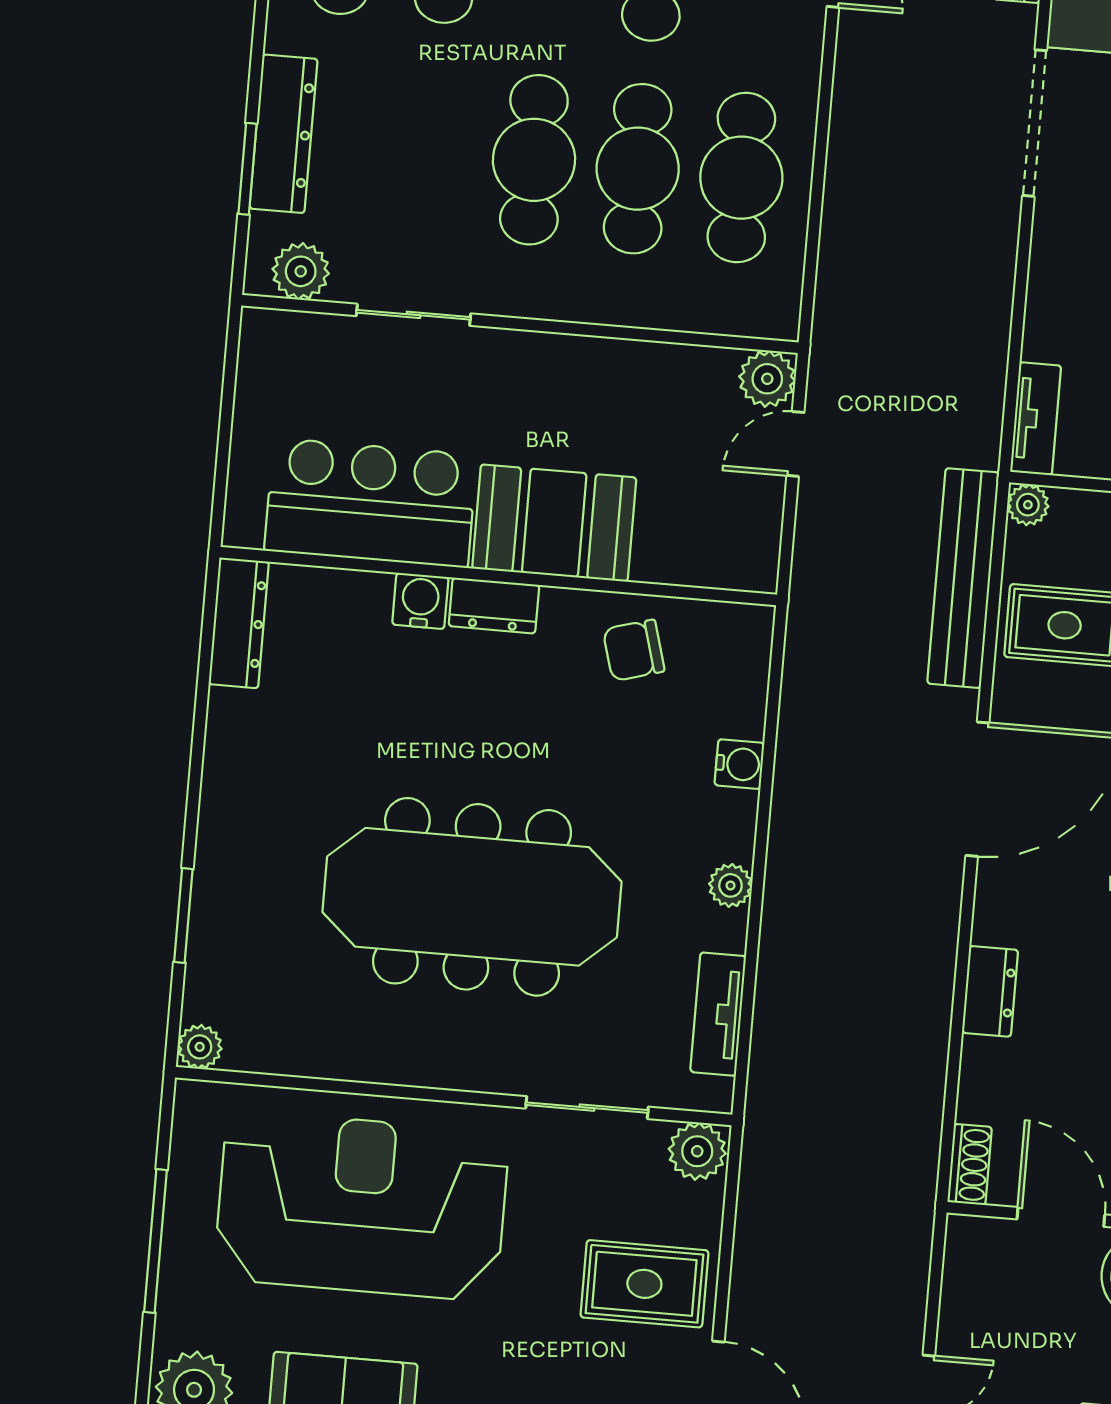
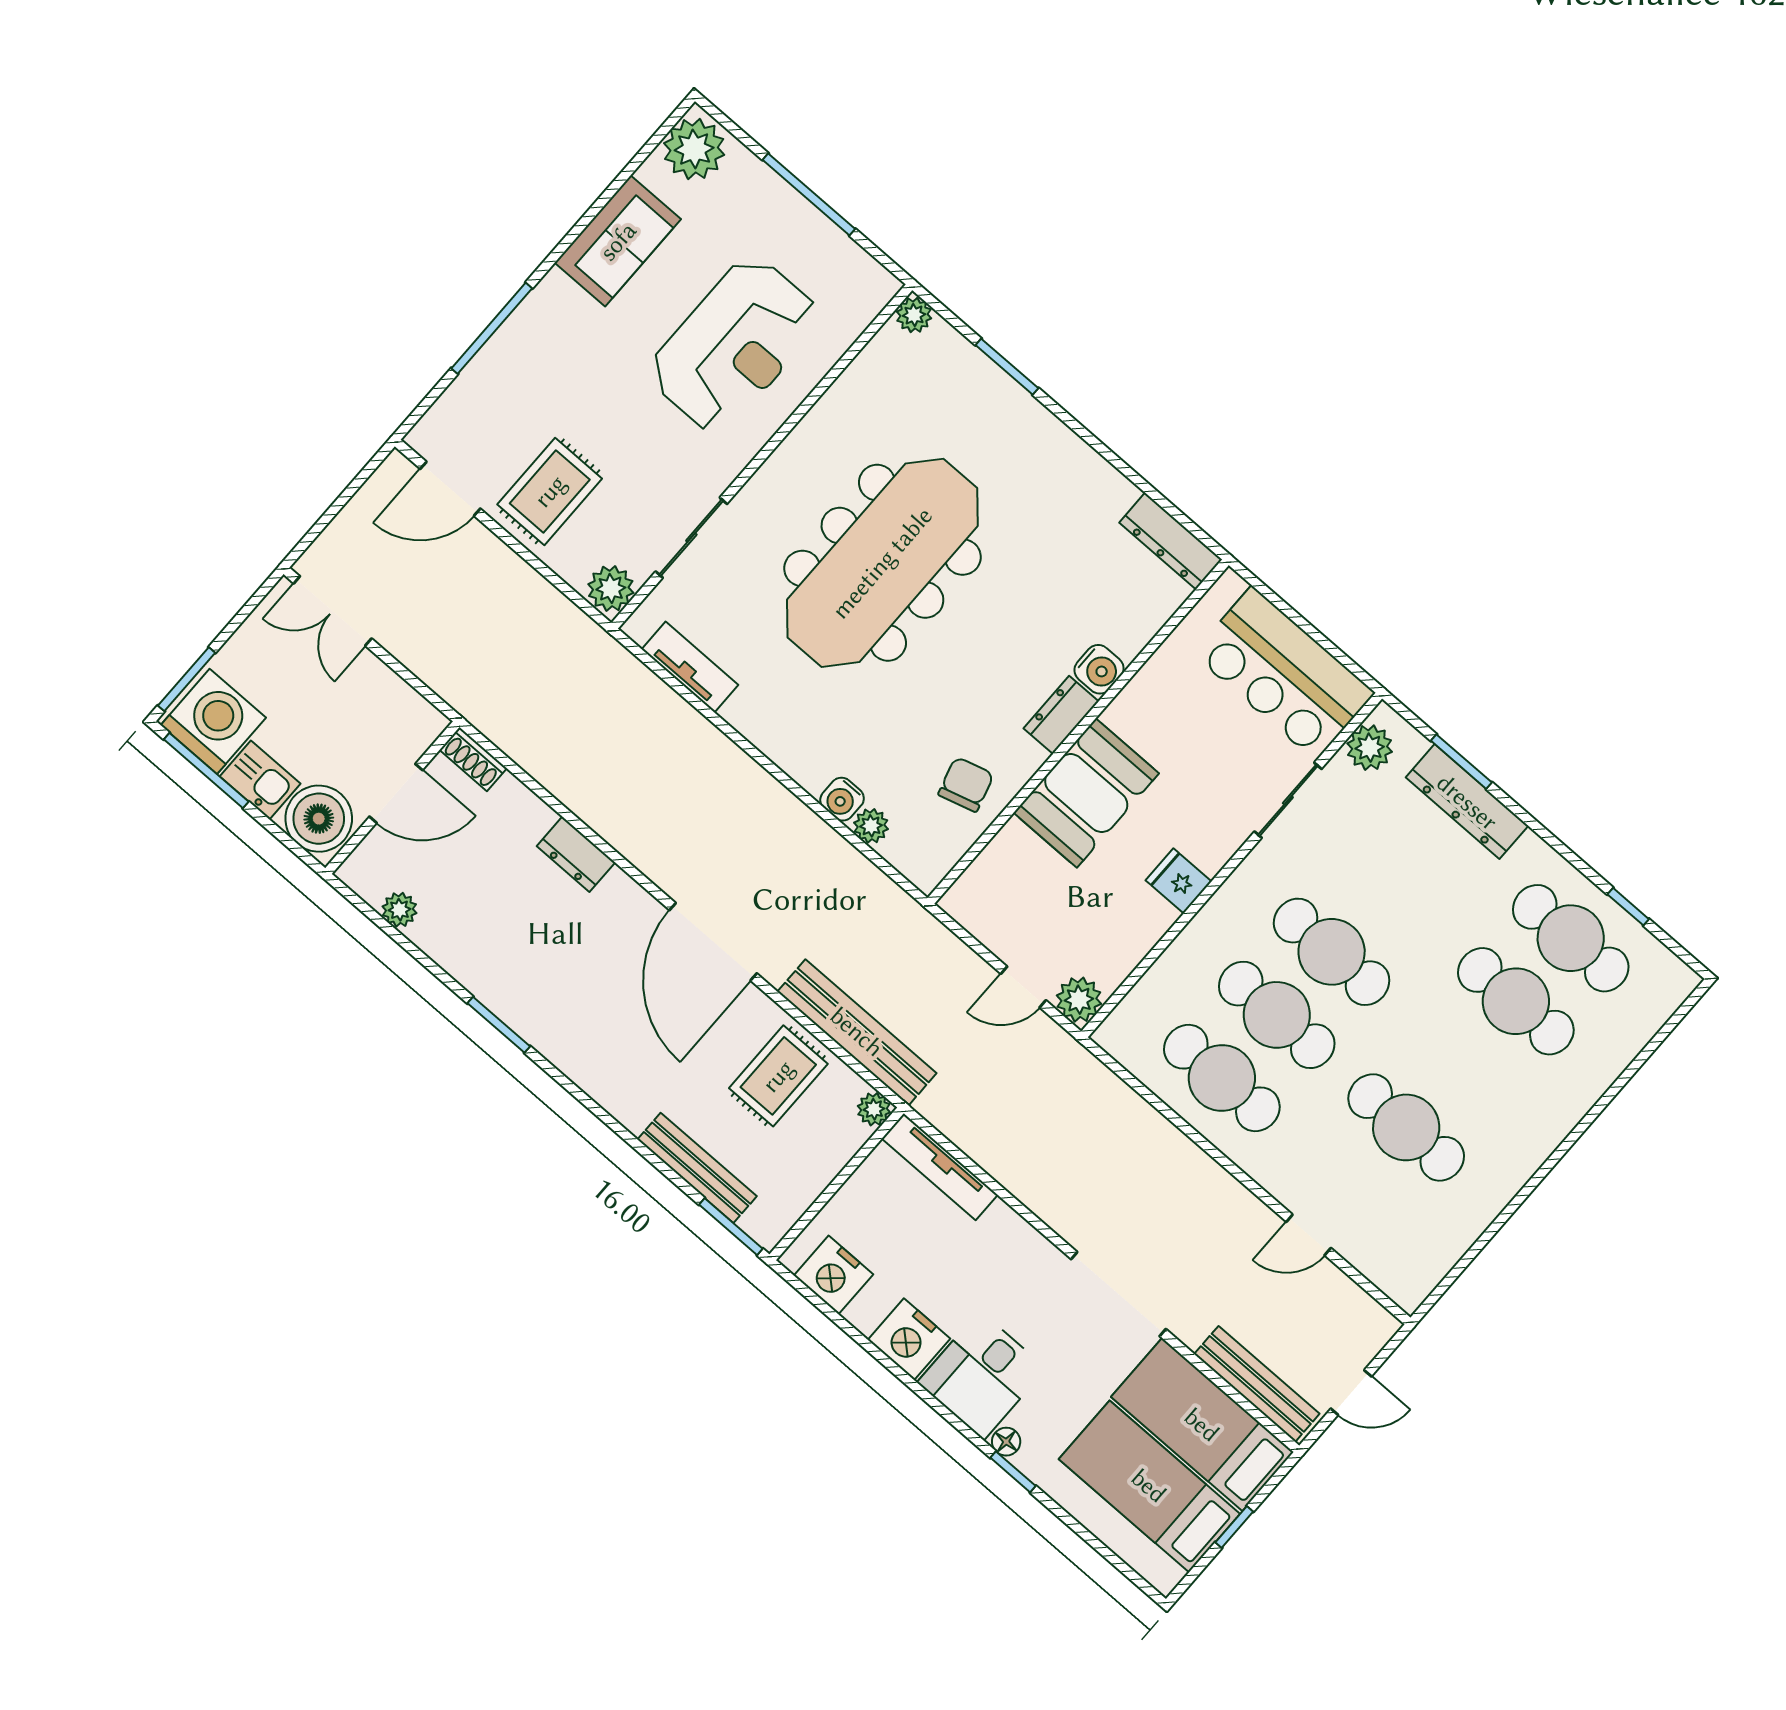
fridge: (575, 366) -> (1179, 881), added
tv unit: (1036, 419) -> (940, 1167), width x1.41
door: (795, 444) -> (1023, 987), swing flipped
bar counter: (371, 503) -> (1284, 673), moved, turned 90
plant: (730, 885) -> (871, 826), moved
reception desk: (362, 1206) -> (734, 345), width x0.74, depth x0.77

